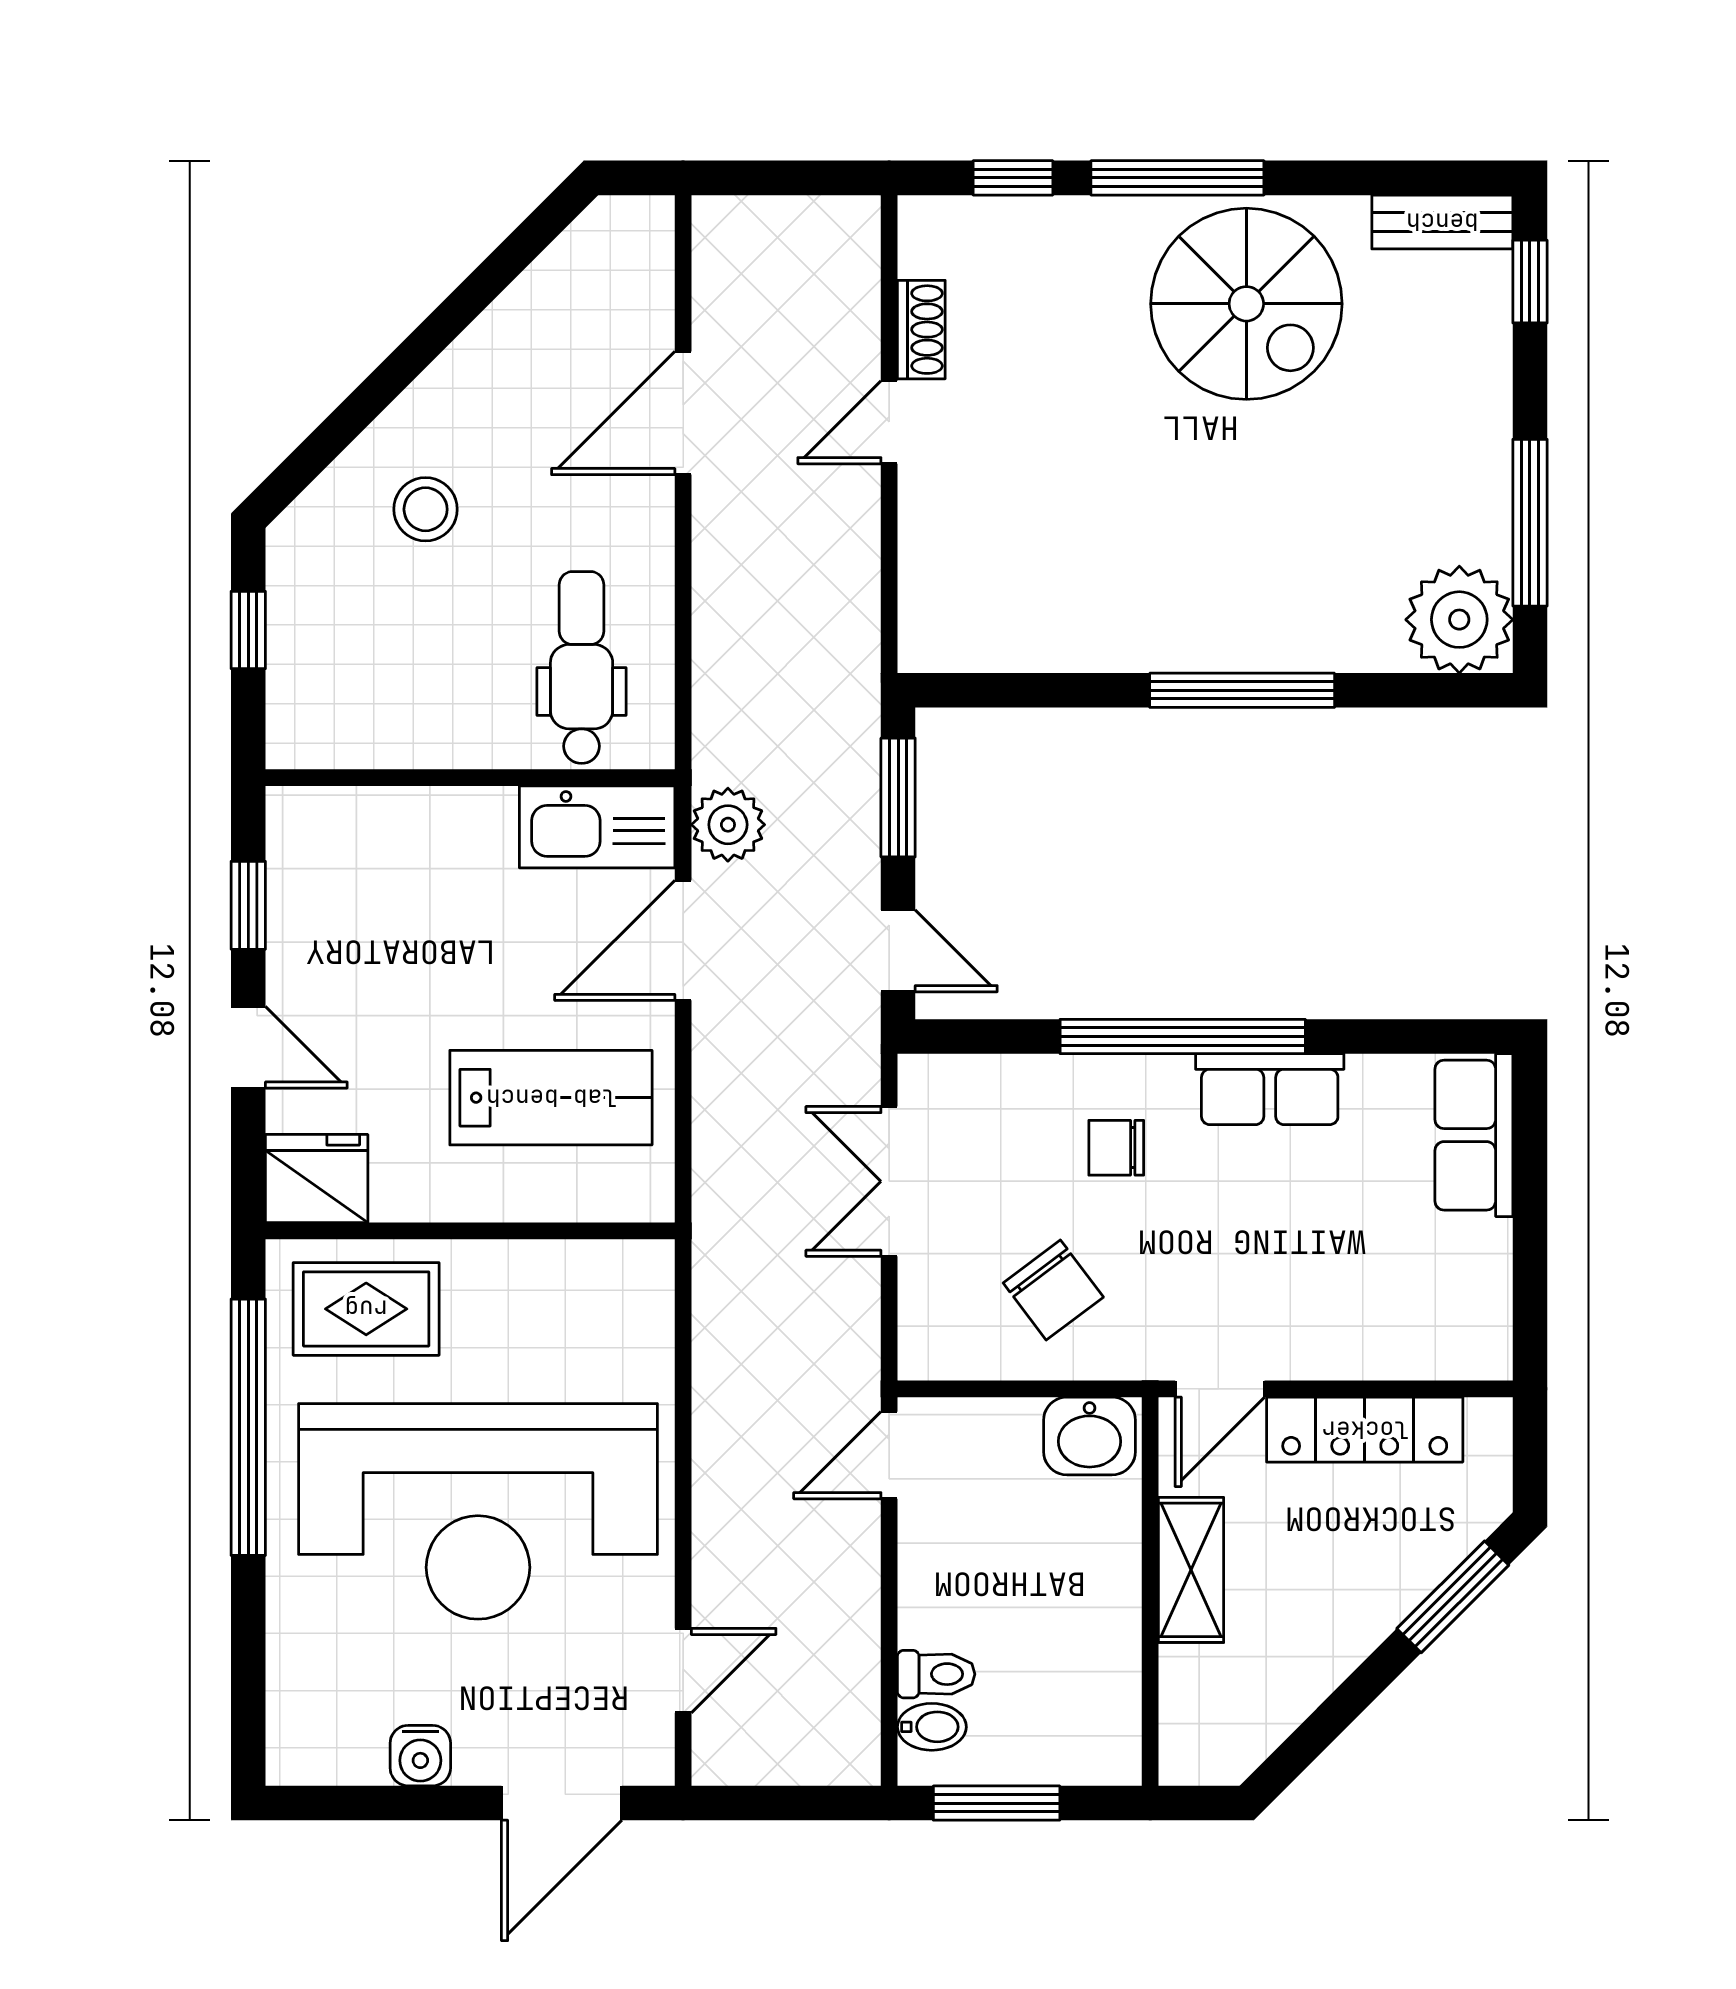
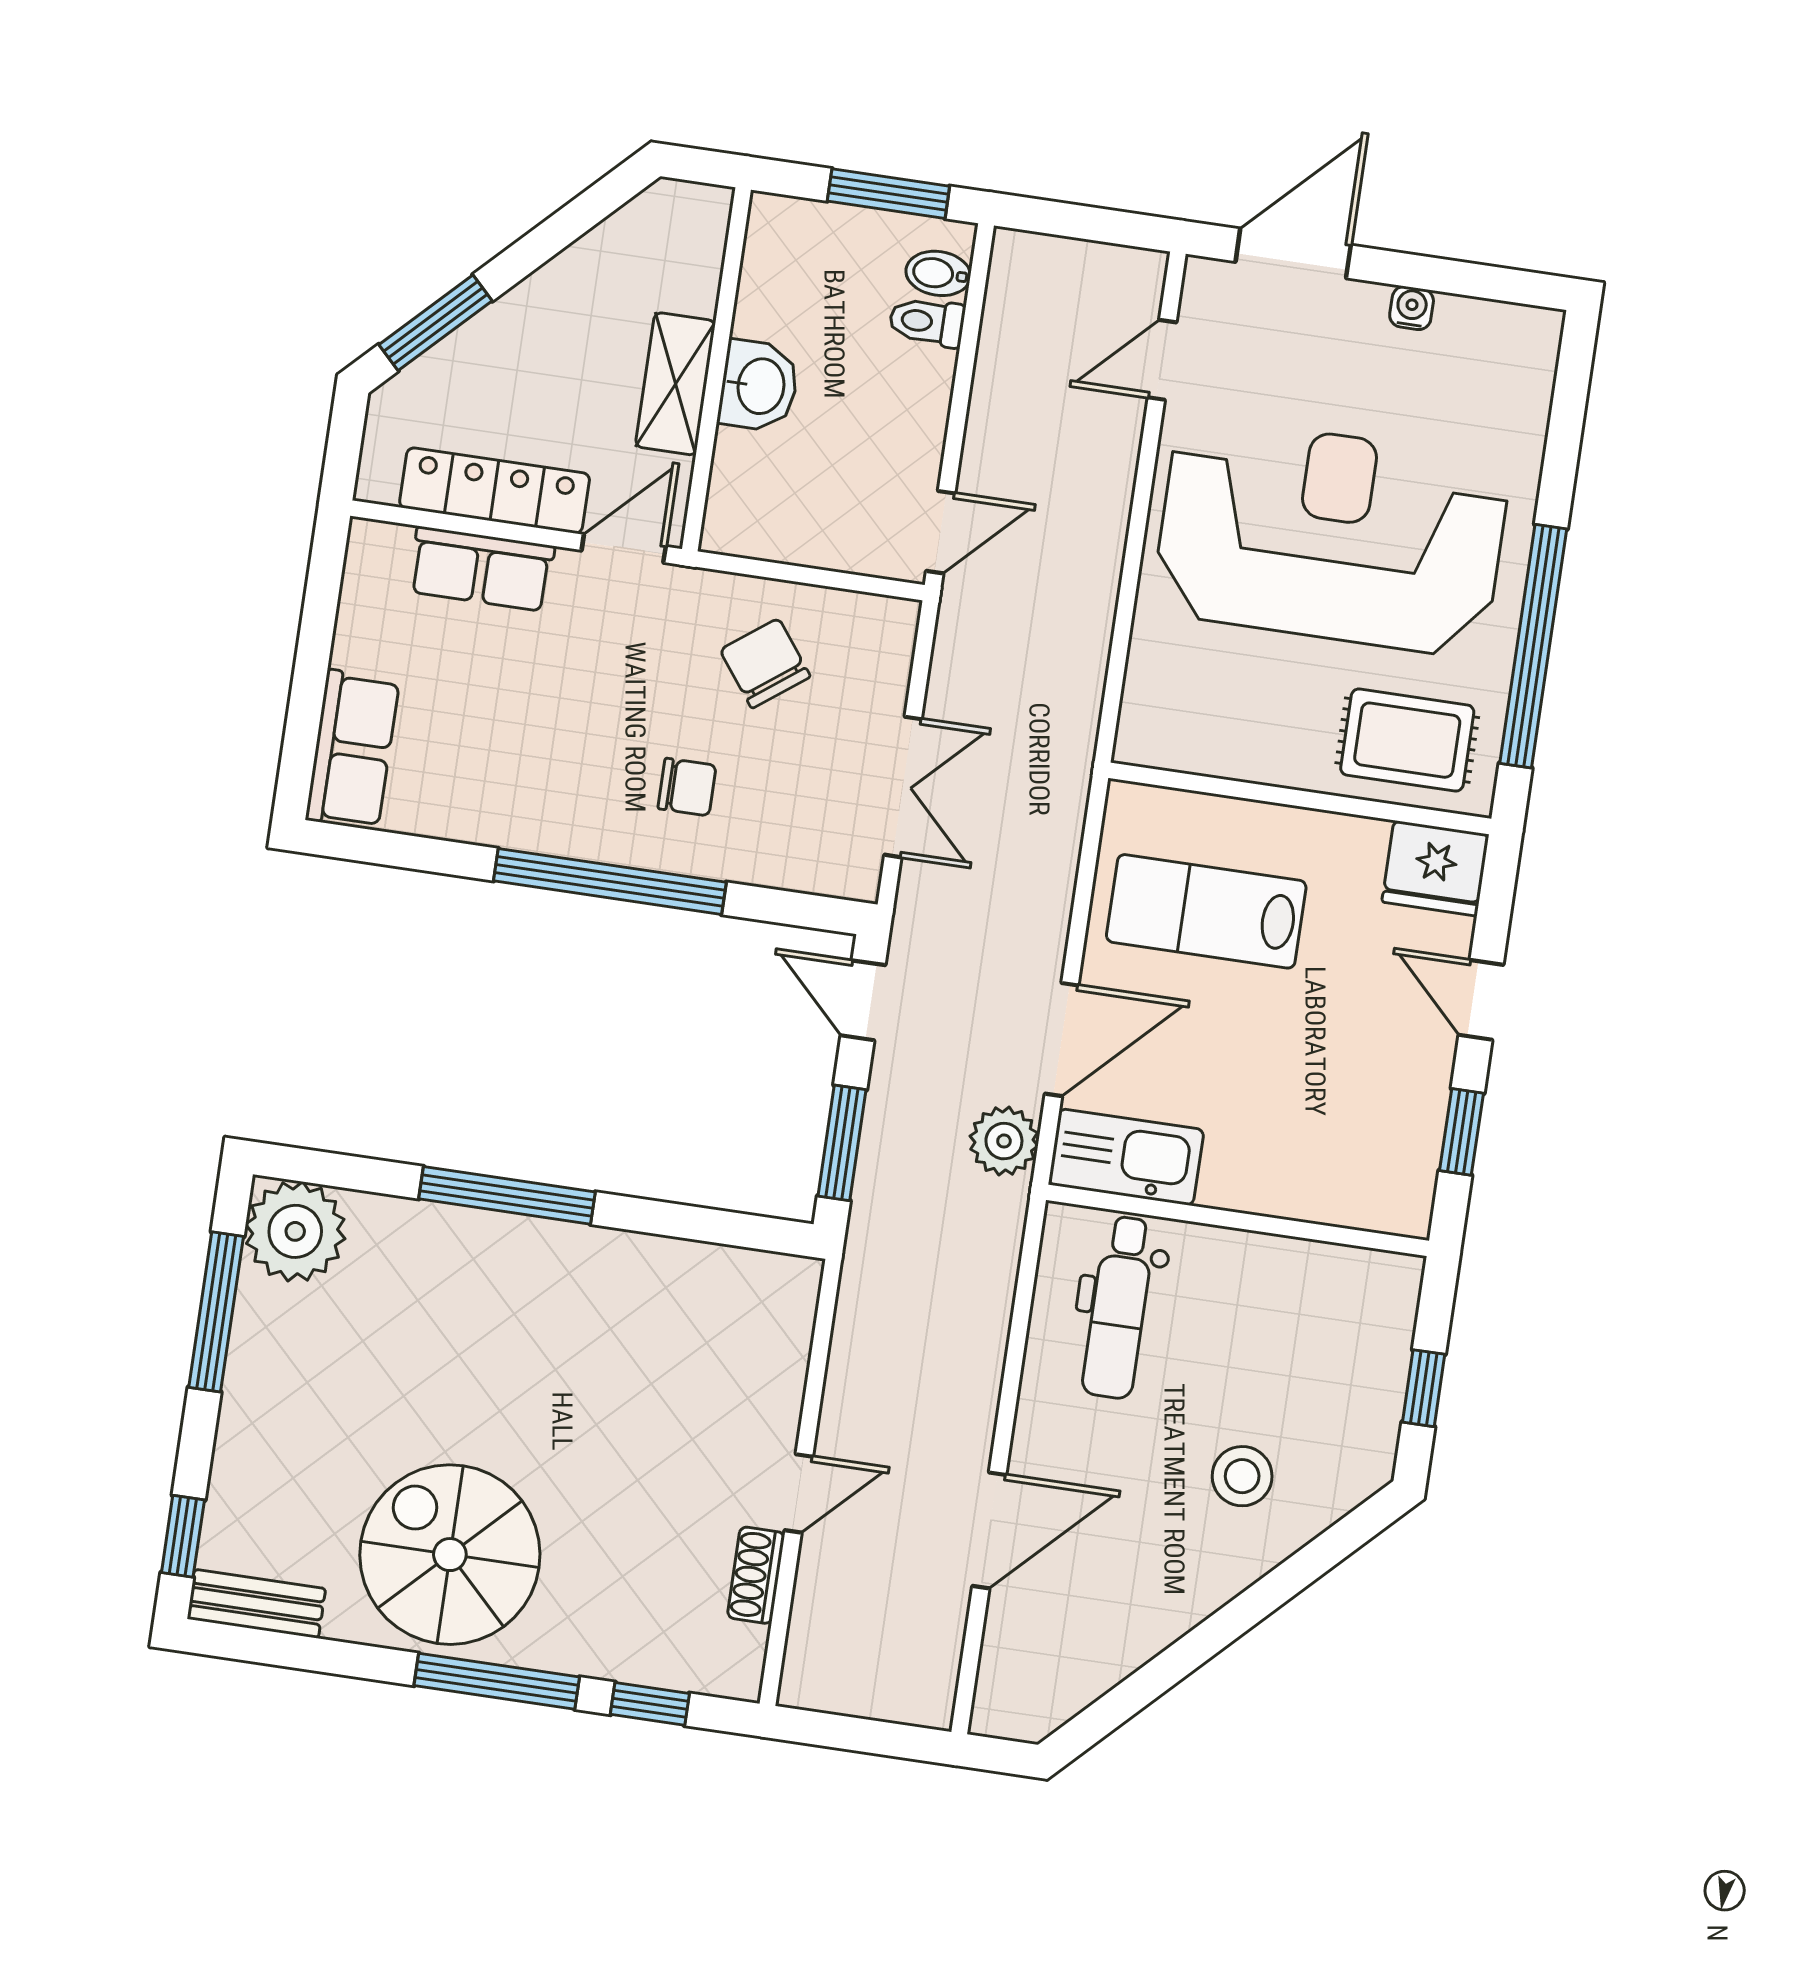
row of seats: (1270, 1089) -> (481, 569), moved, turned 180
washbasin: (1089, 1436) -> (759, 386), moved, turned 90
water cooler: (420, 1756) -> (1412, 308), width x0.72, depth x0.72

